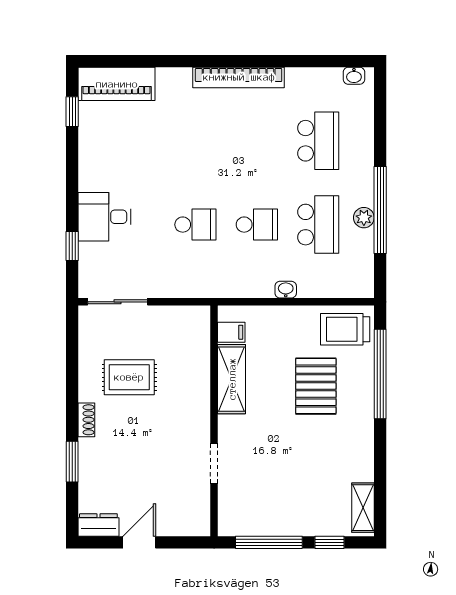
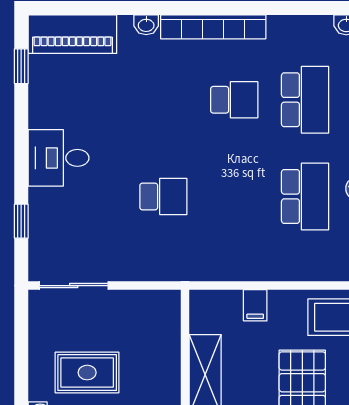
desk: (104, 217) -> (59, 158), moved
school desk: (257, 225) -> (234, 100), moved
washbasin: (286, 290) -> (146, 25), moved, turned 180
filing cabinet: (231, 332) -> (255, 305), moved, turned 90

